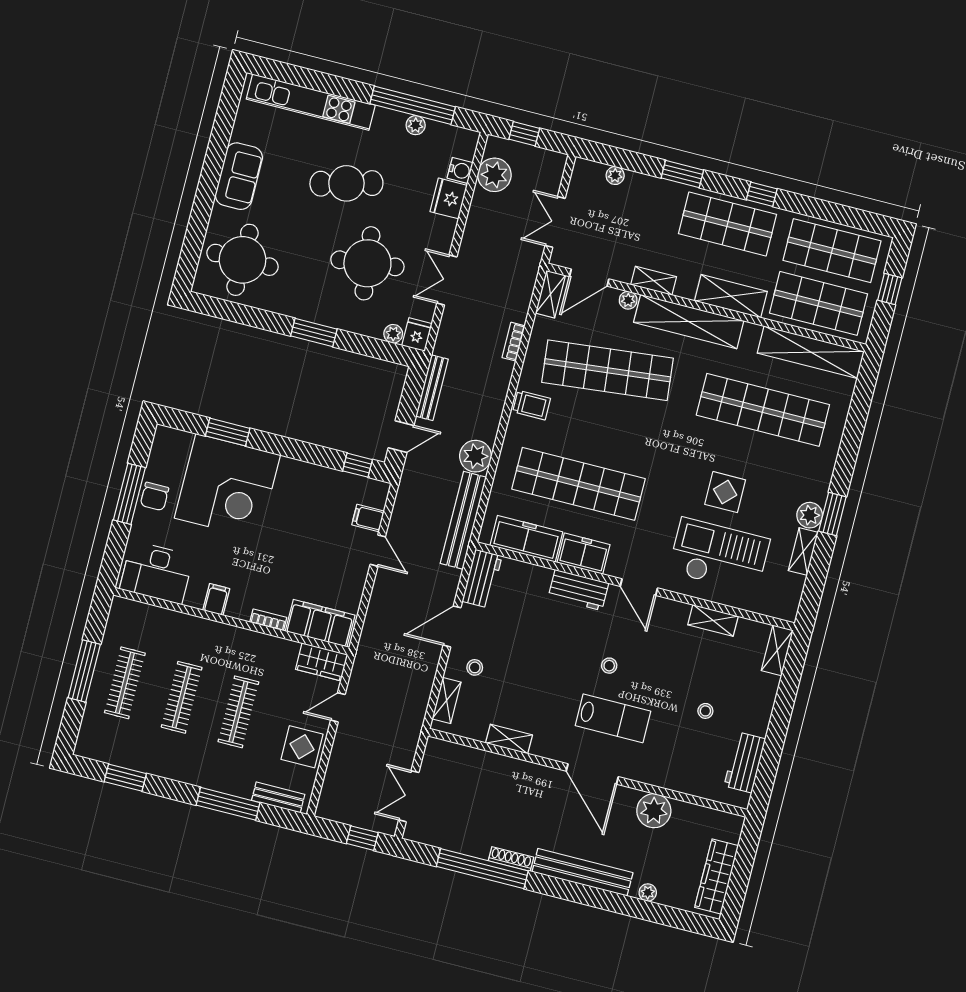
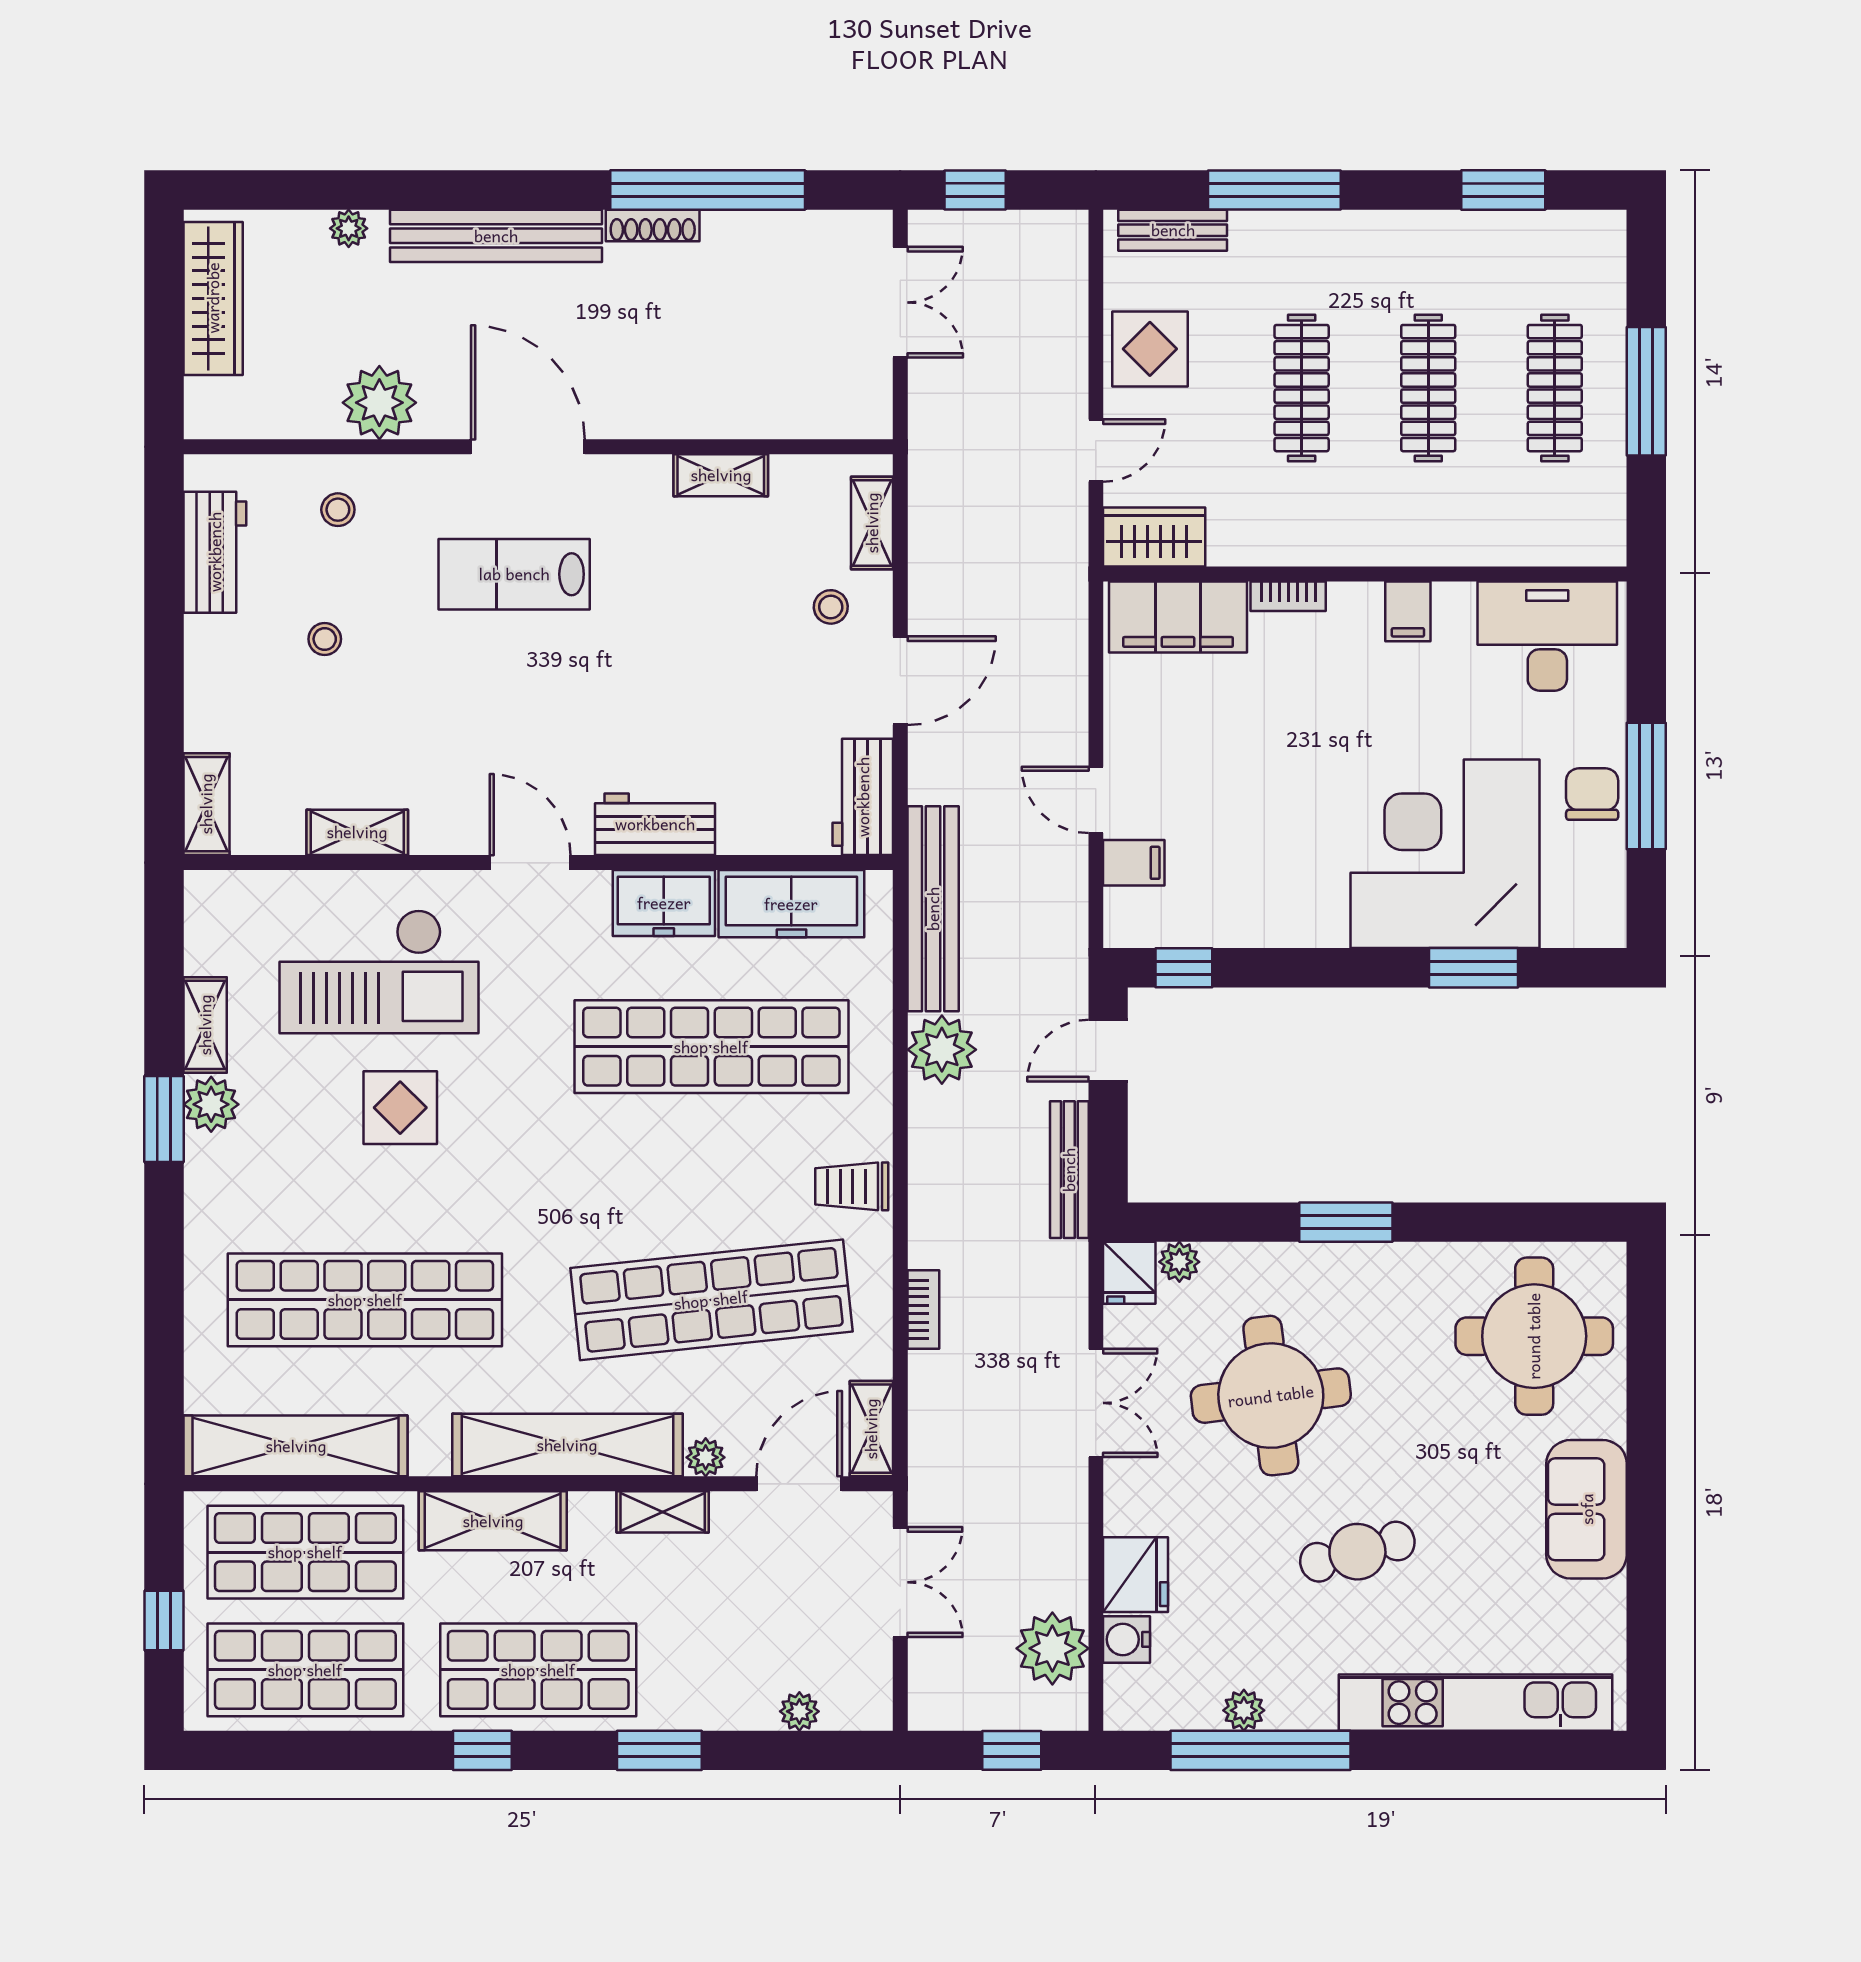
cafe table: (346, 183) -> (1357, 1552), width x0.73, depth x0.74
stool: (609, 666) -> (338, 510), moved

